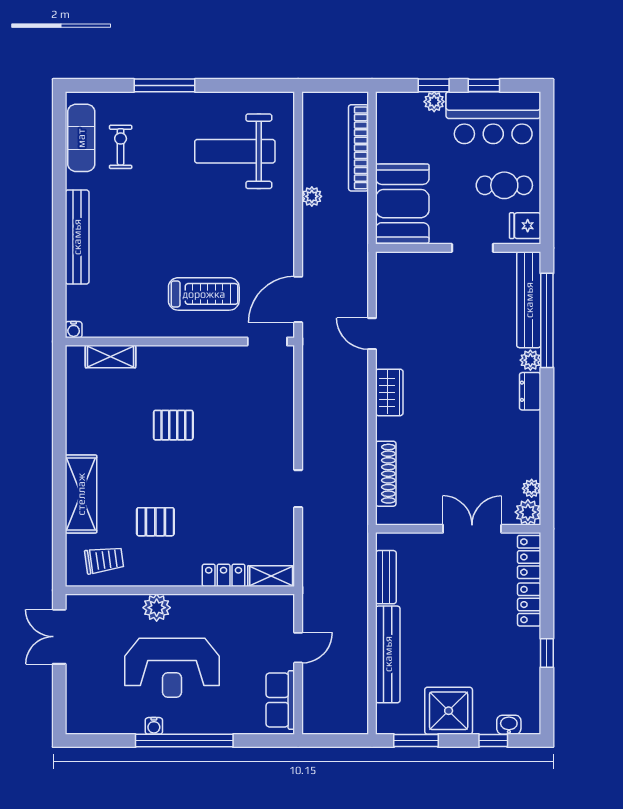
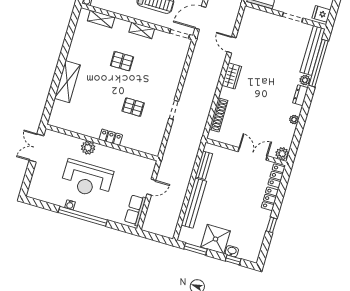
plant: (532, 488) -> (294, 120), moved
pallet: (155, 522) -> (133, 107), moved
trolley: (104, 560) -> (69, 117), removed
locker: (224, 575) -> (111, 137), moved
shelving: (271, 576) -> (142, 30), moved
washbasin: (509, 725) -> (232, 251), moved

